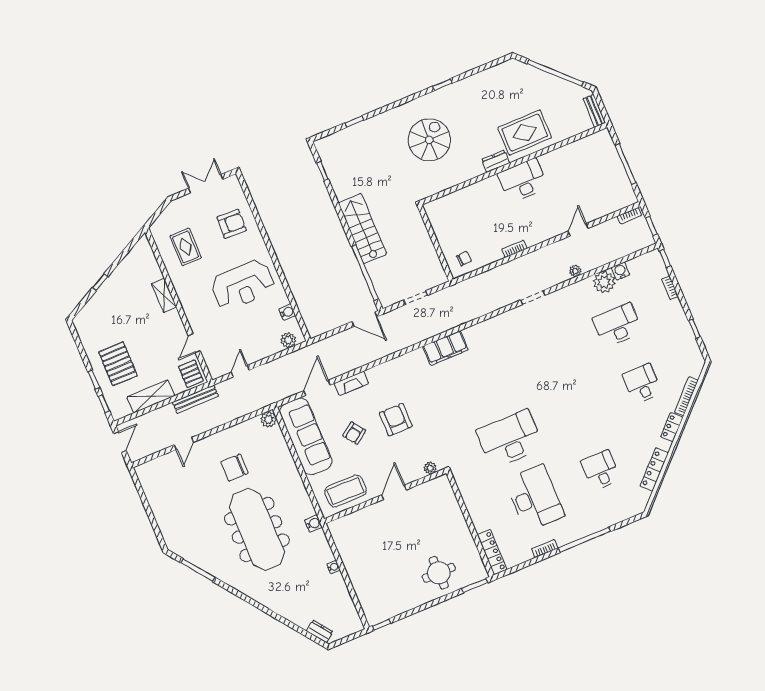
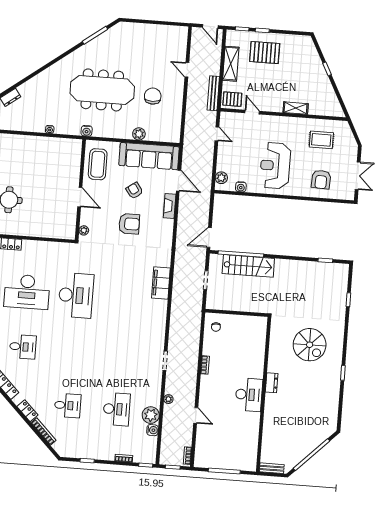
rug: (525, 133) -> (281, 413), removed
stairs: (362, 229) -> (248, 266), moved
plant: (269, 419) -> (139, 134), moved

